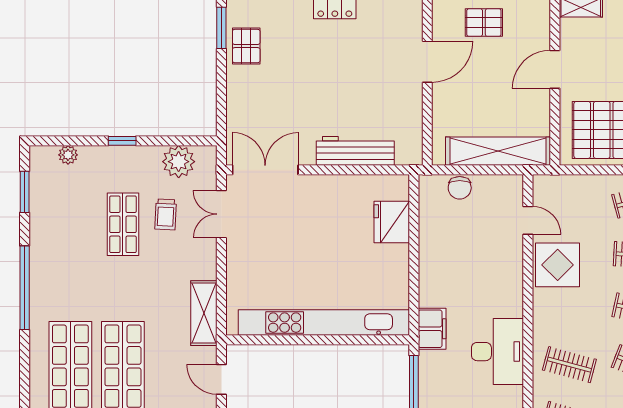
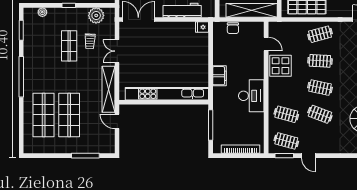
double door: (221, 214) -> (117, 51), moved
fridge: (392, 222) -> (202, 27), moved, width x0.53, depth x0.75
shelving: (204, 313) -> (109, 89), width x1.47
filing cabinet: (432, 329) -> (219, 76), moved
desk: (497, 352) -> (251, 96), moved

